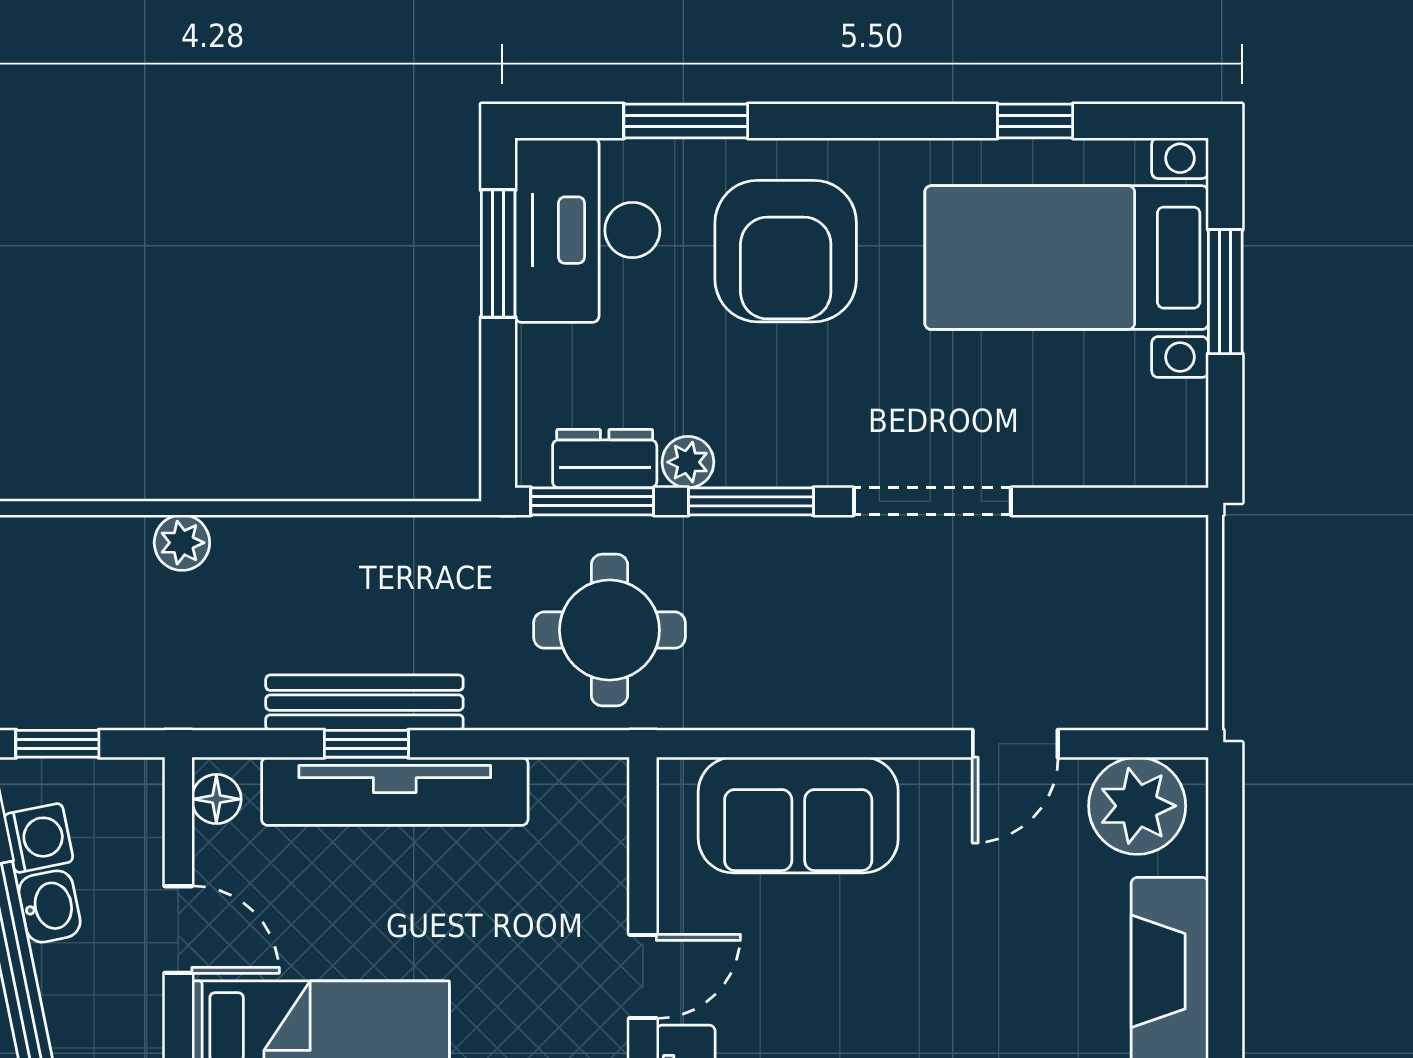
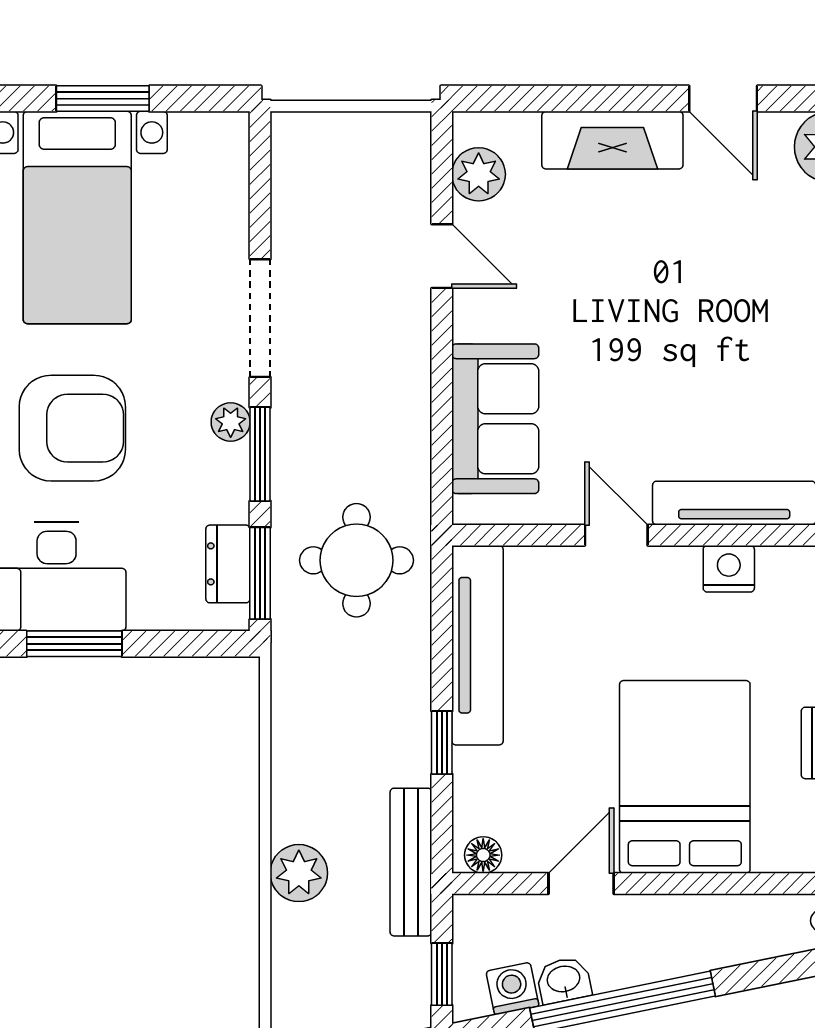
plant: (688, 462) -> (231, 422), moved
plant: (182, 543) -> (299, 873), width x1.38, depth x1.38
bench: (364, 703) -> (411, 862), moved
tv unit: (395, 791) -> (477, 645), moved
plant: (1137, 806) -> (479, 174), width x0.73, depth x0.73

